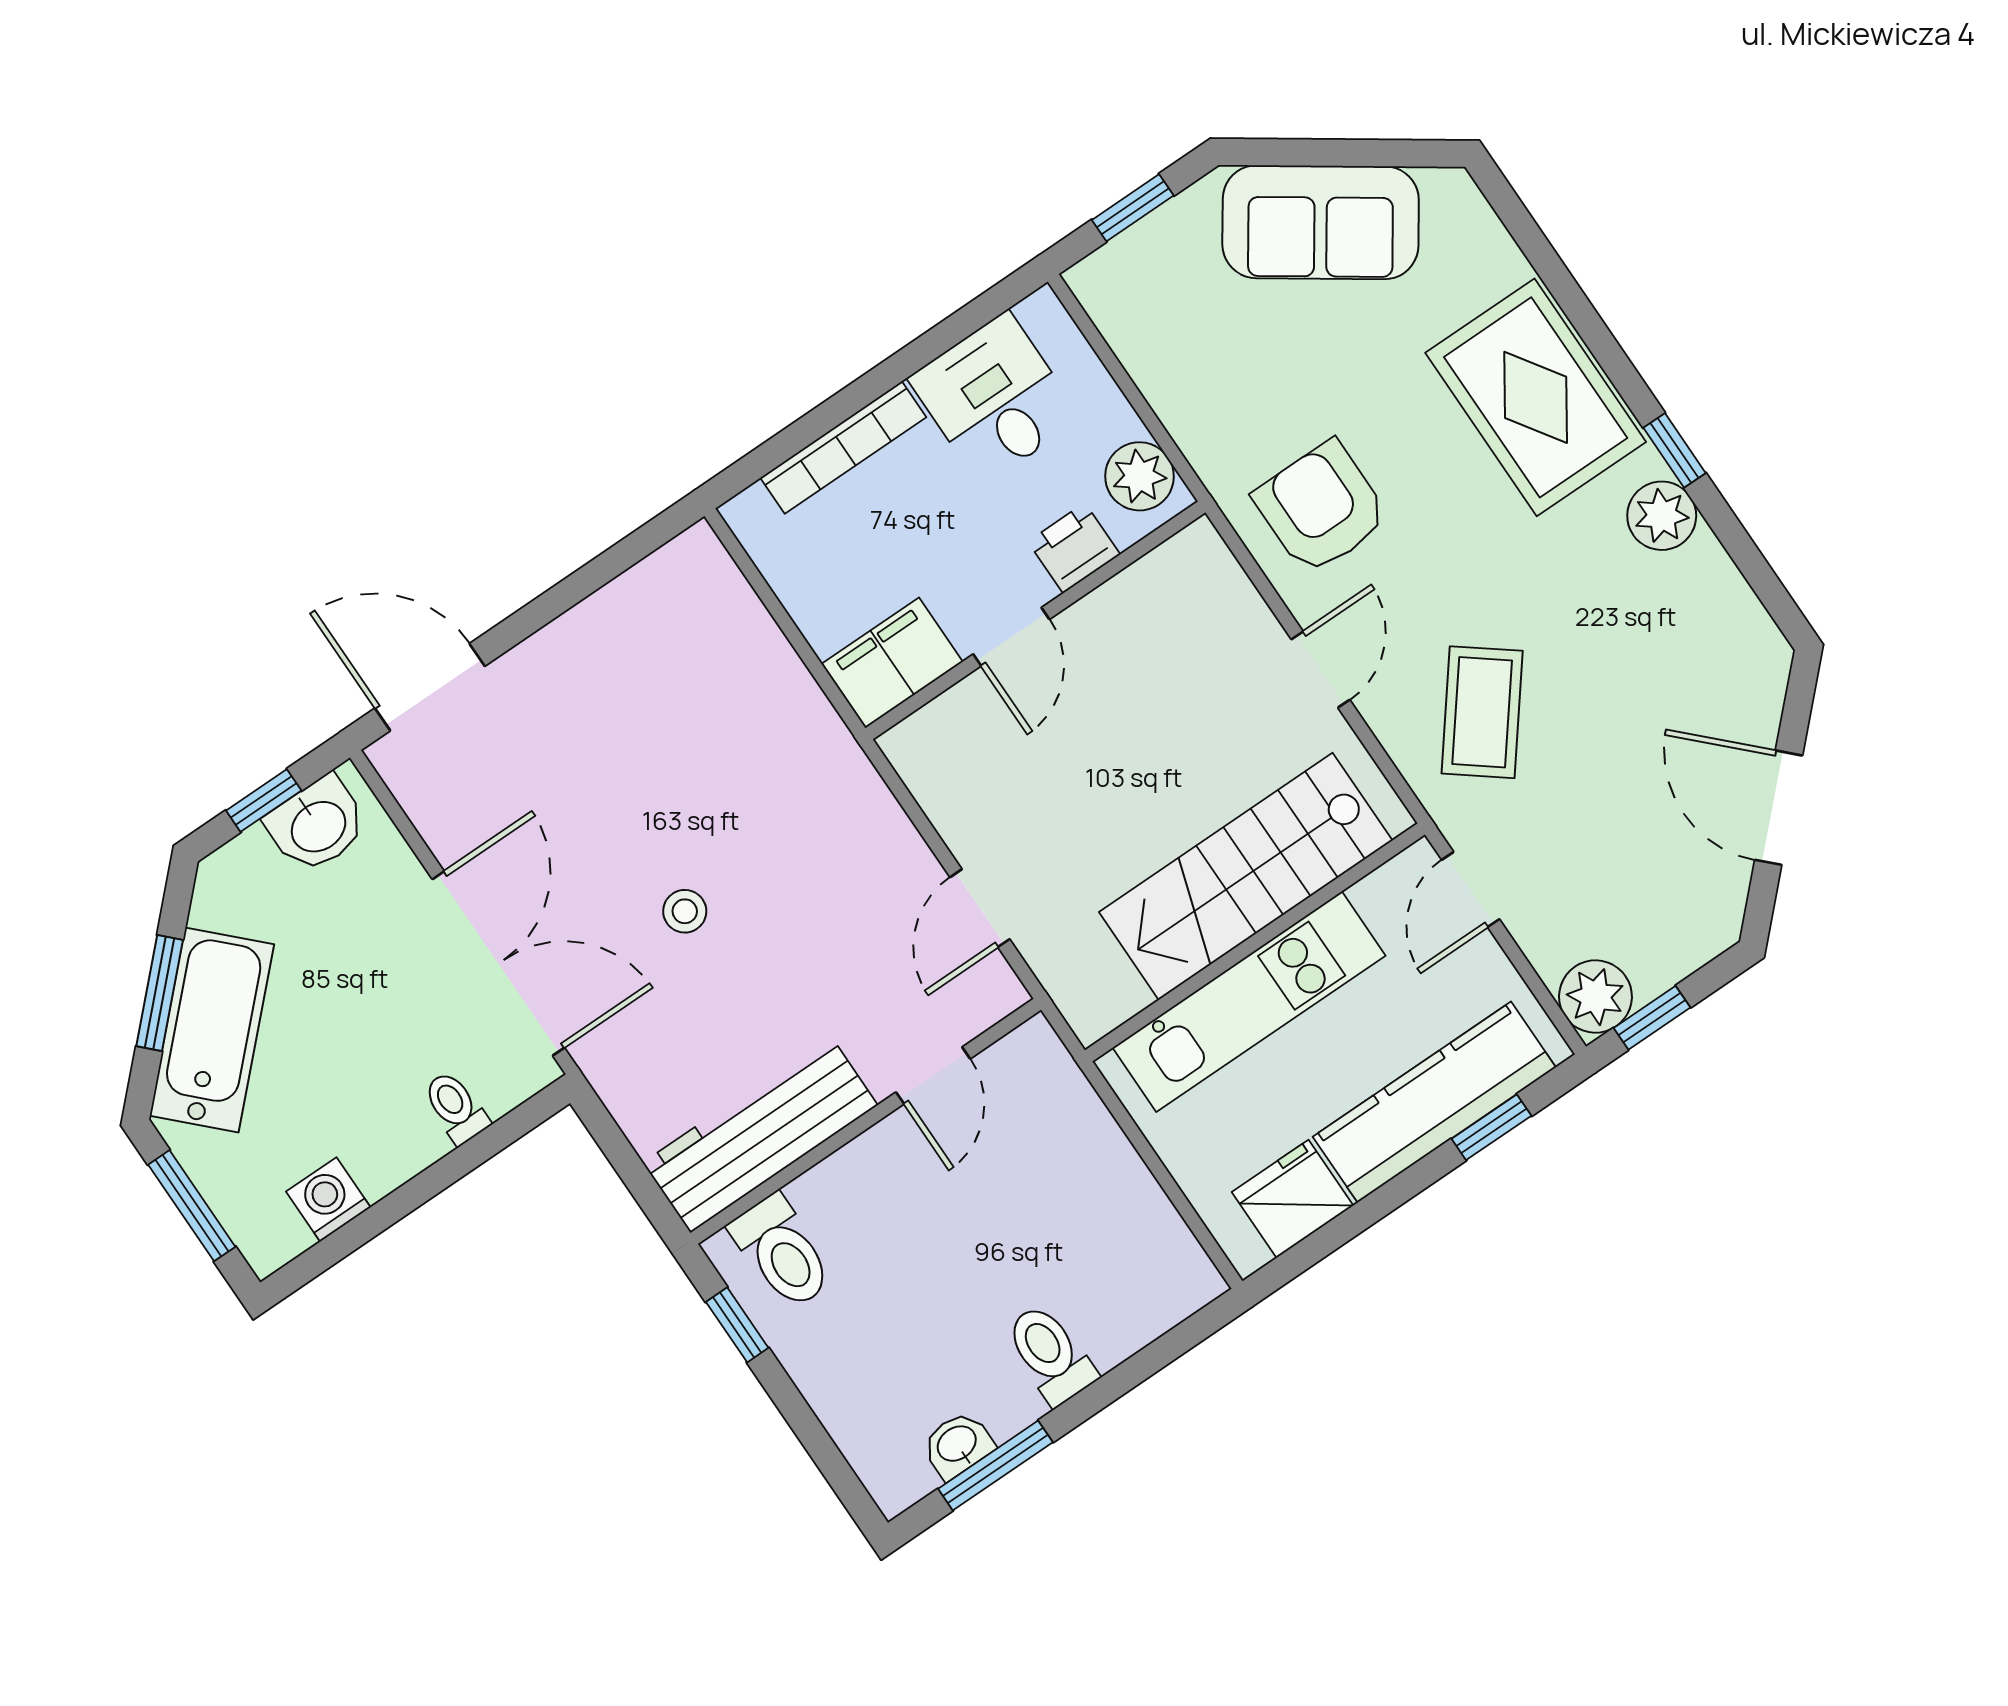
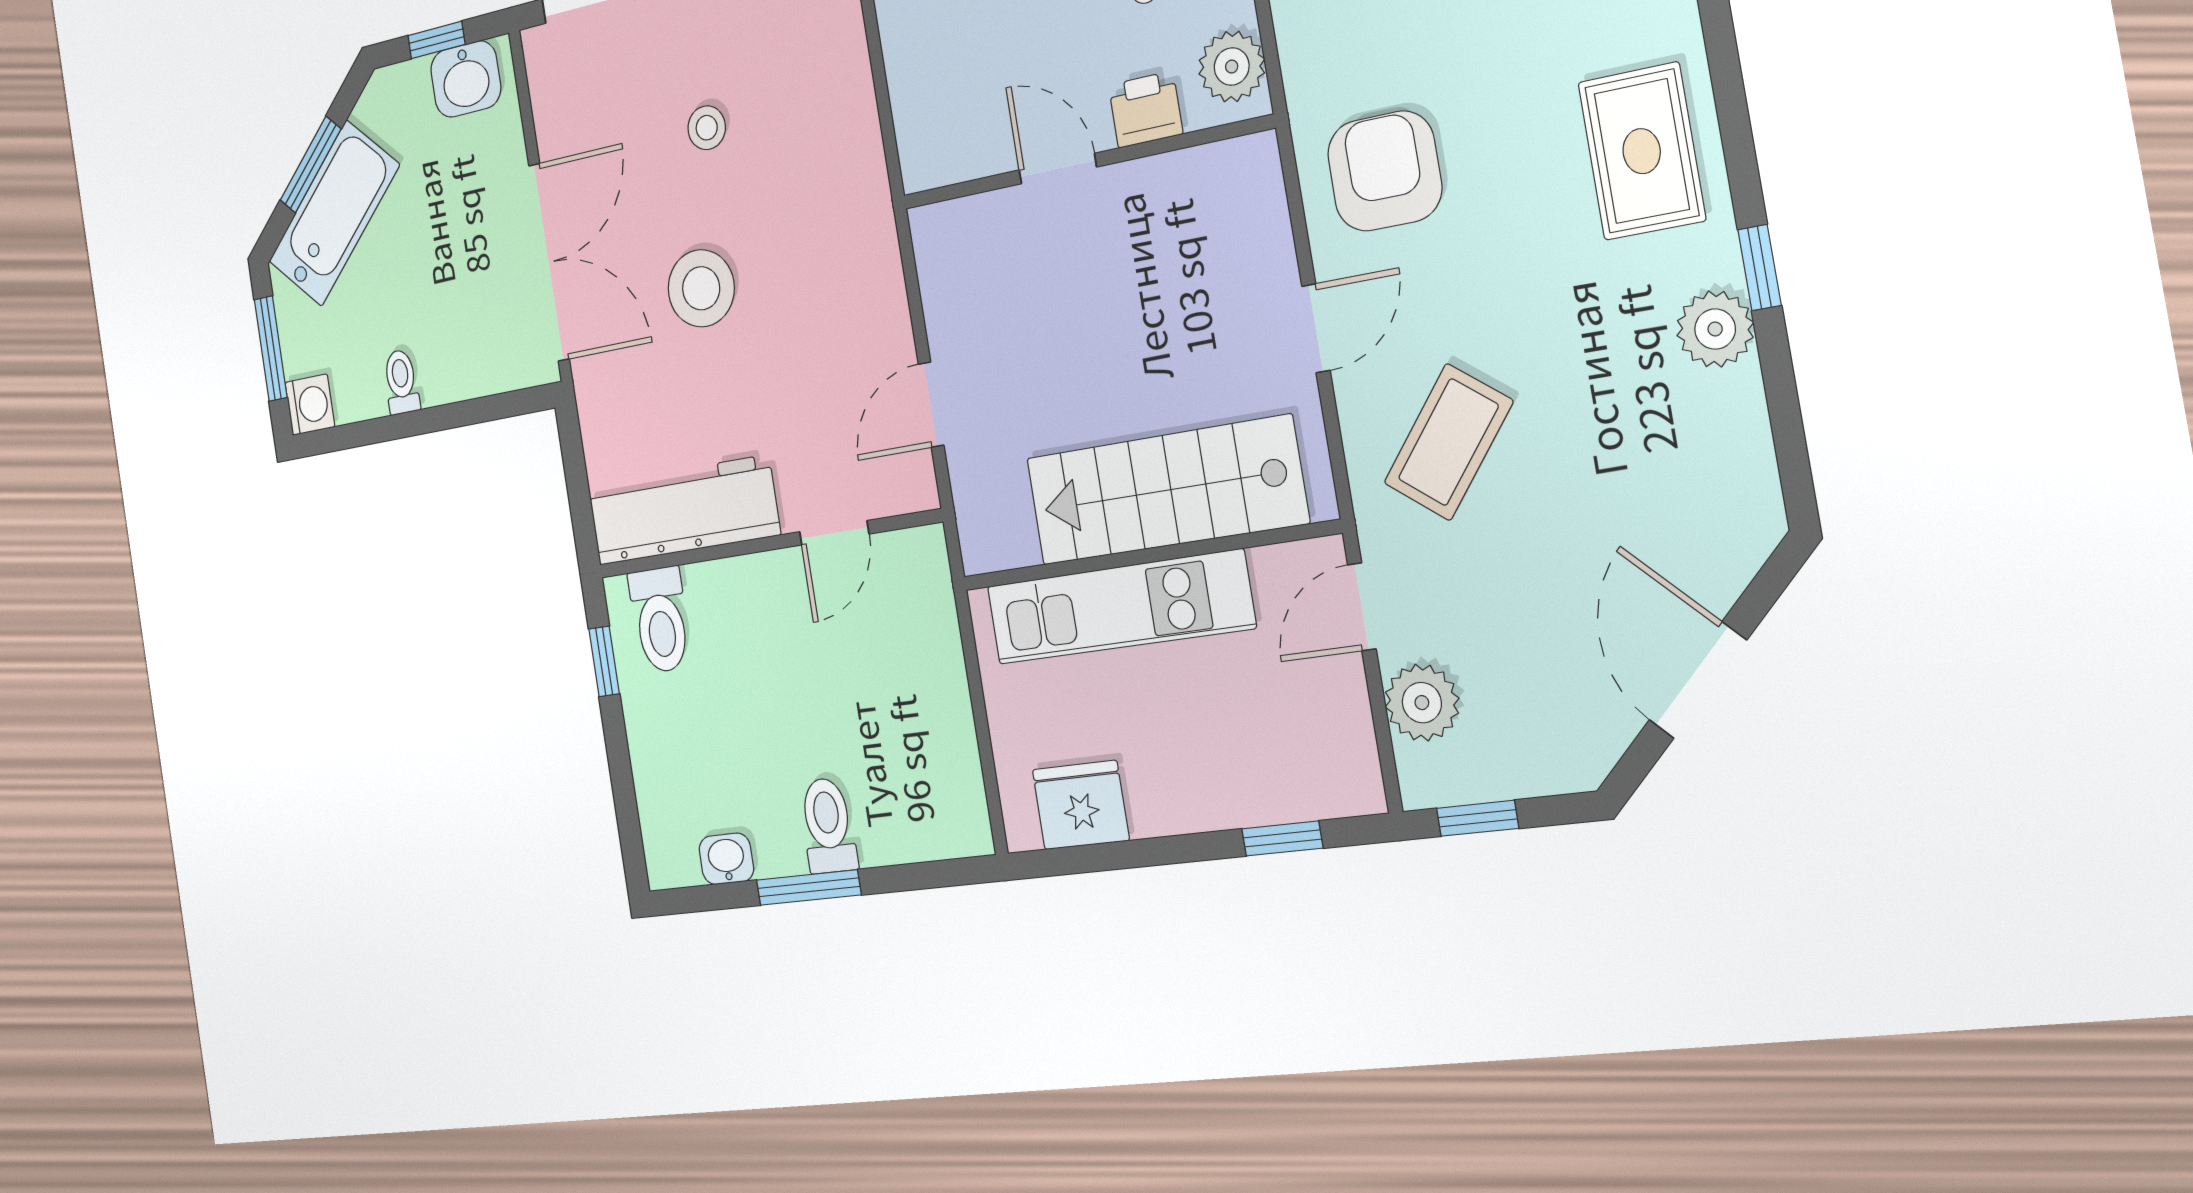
rug: (1536, 397) -> (1642, 151), width x0.73, depth x0.70
door: (1011, 637) -> (1058, 169), swing flipped
filing cabinet: (892, 663) -> (950, 146), removed
stool: (622, 755) -> (707, 128), added
stool: (685, 911) -> (701, 288), width x1.89, depth x1.89
plant: (1595, 997) -> (1422, 703), moved
kitchen counter: (1434, 1102) -> (1241, 787), removed
toilet: (456, 1107) -> (401, 382), moved
washing machine: (328, 1199) -> (310, 405), moved, turned 90
window: (995, 1466) -> (809, 887), moved

